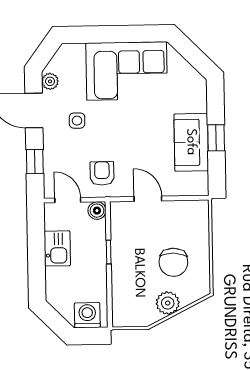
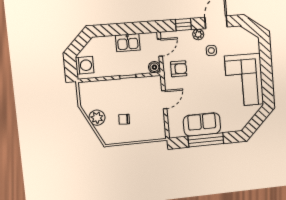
plant: (50, 81) -> (198, 34), moved
window: (216, 138) -> (206, 140), width x2.17
chair: (173, 262) -> (124, 119), width x0.54, depth x0.54

